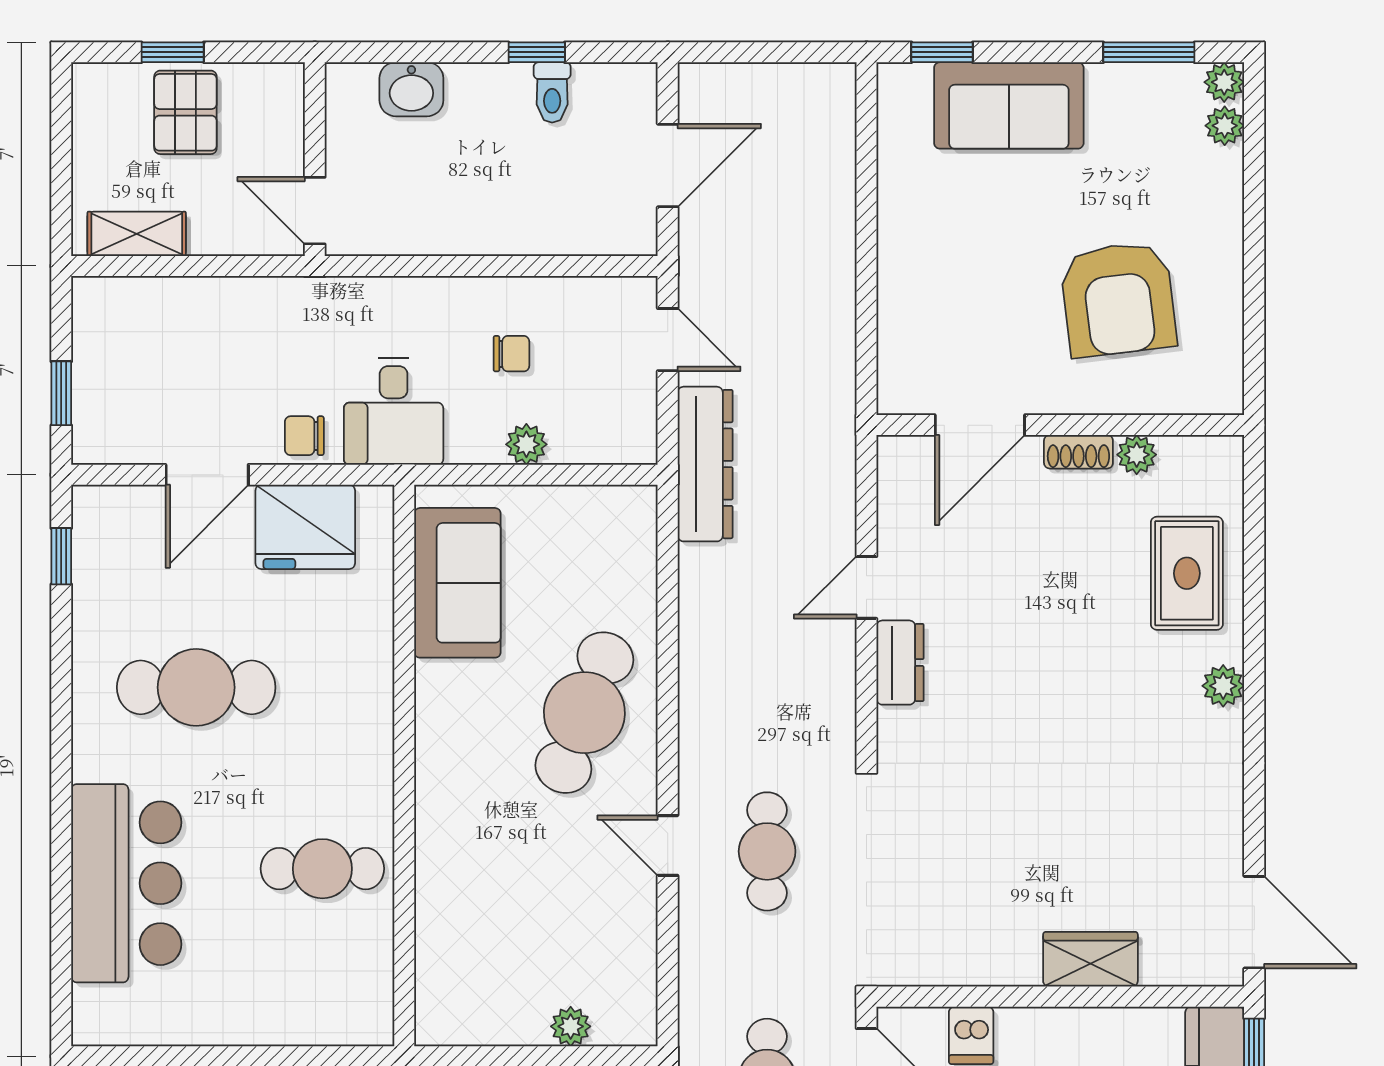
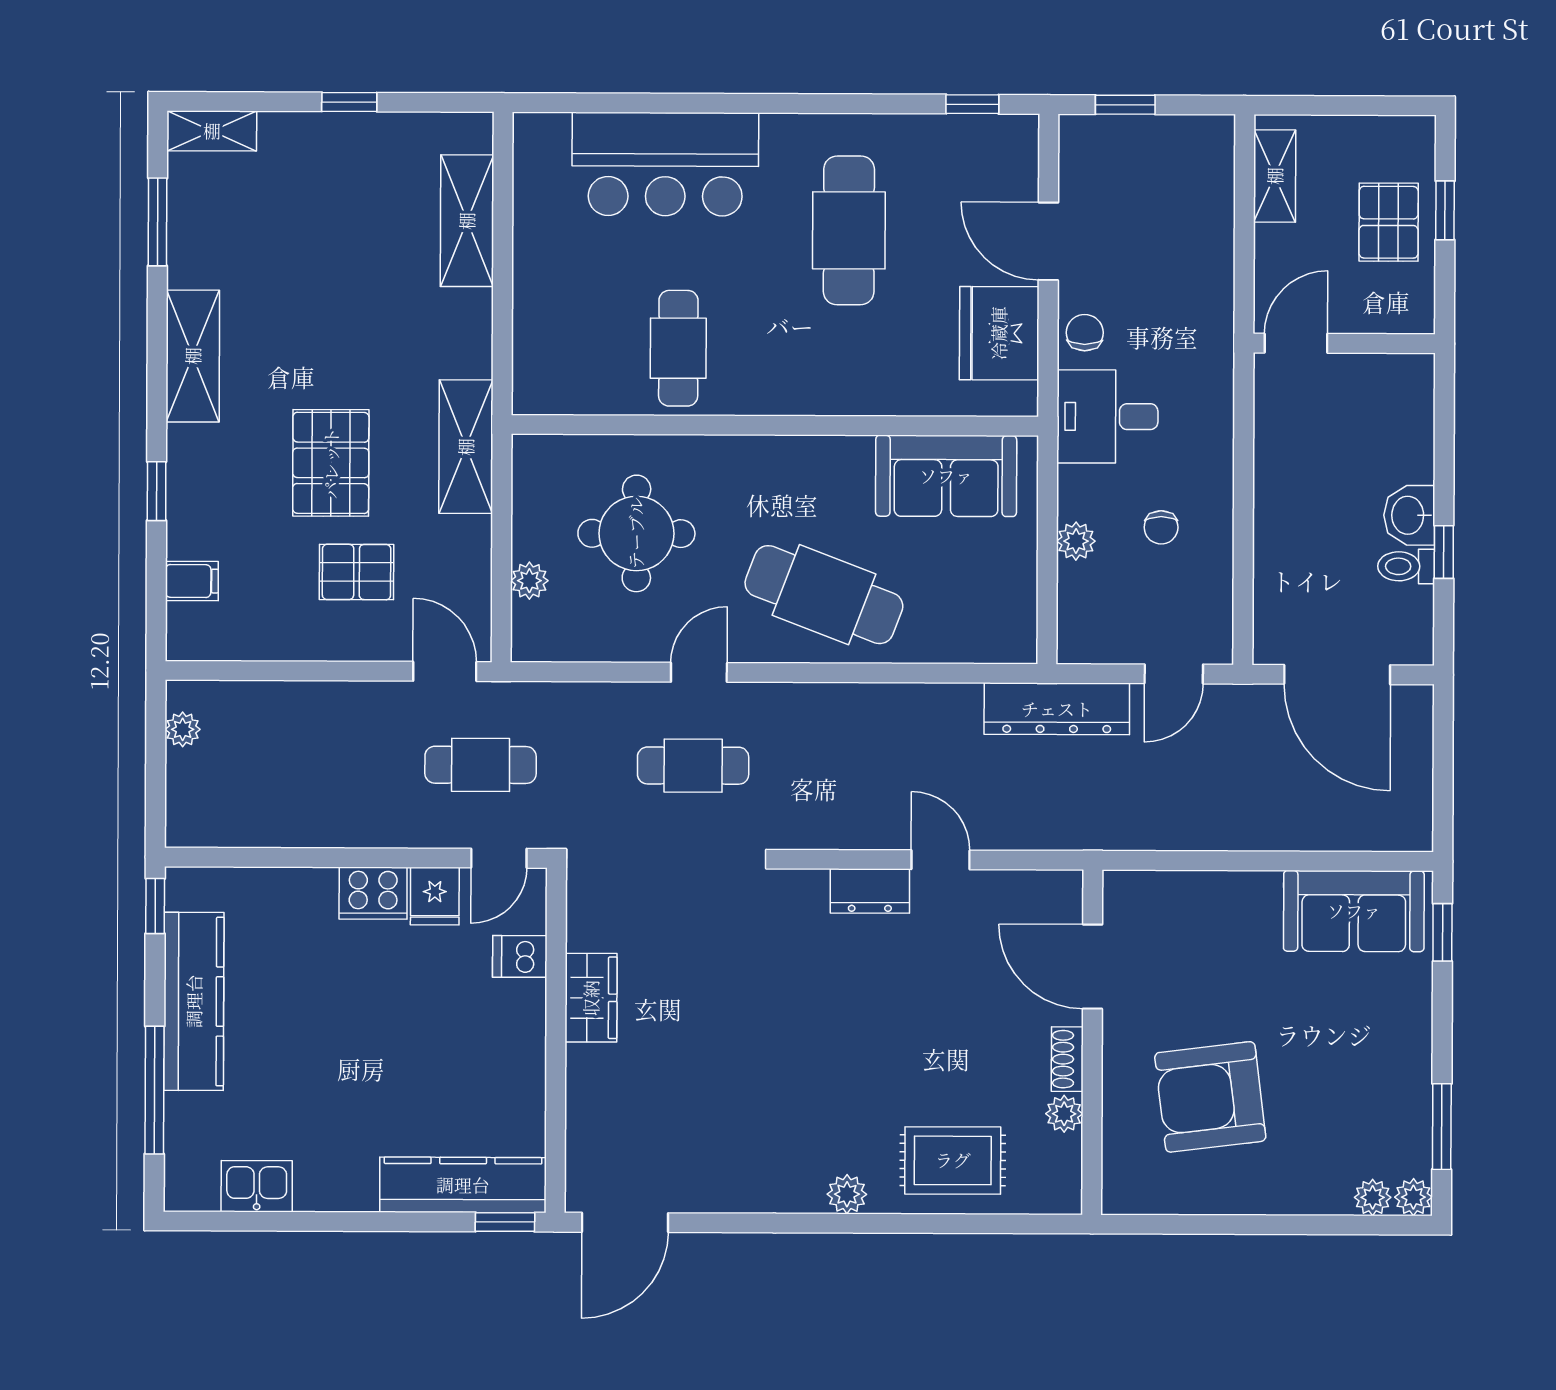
washbasin: (411, 89) -> (1409, 515), moved
sofa: (1009, 105) -> (1354, 911), moved, turned -90
pallet: (185, 112) -> (1389, 222), turned 90
door: (668, 165) -> (1337, 675), width x1.36
round table: (520, 913) -> (636, 533), added
wardrobe: (1090, 959) -> (591, 998), moved

